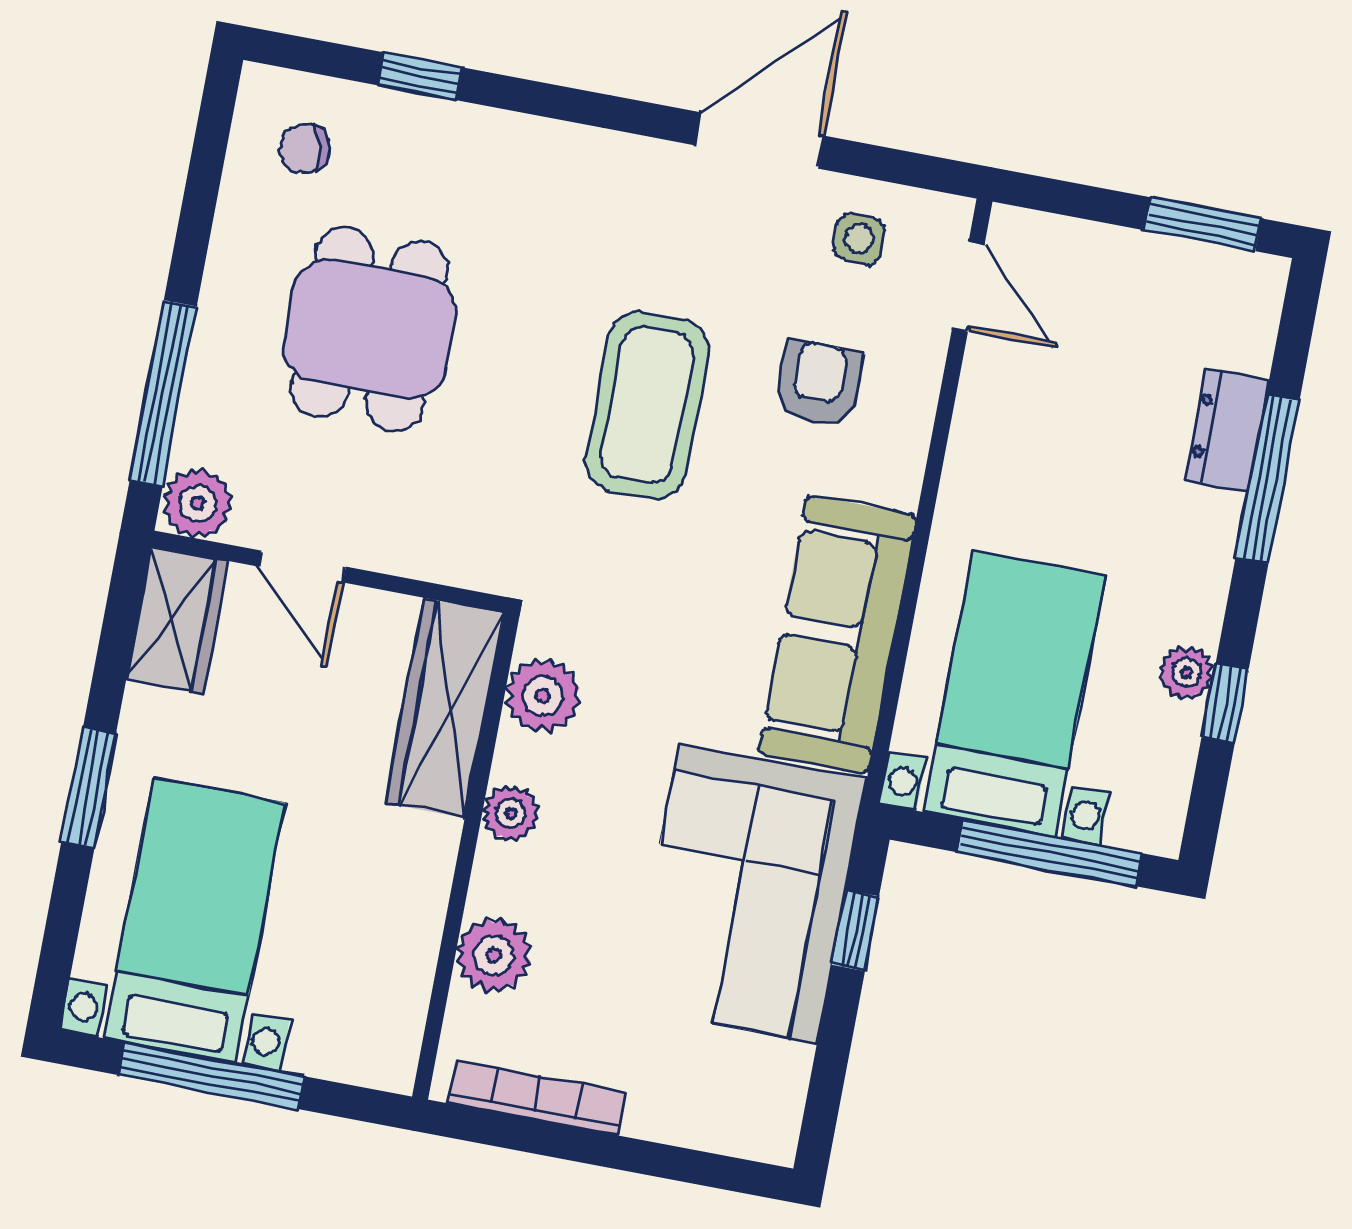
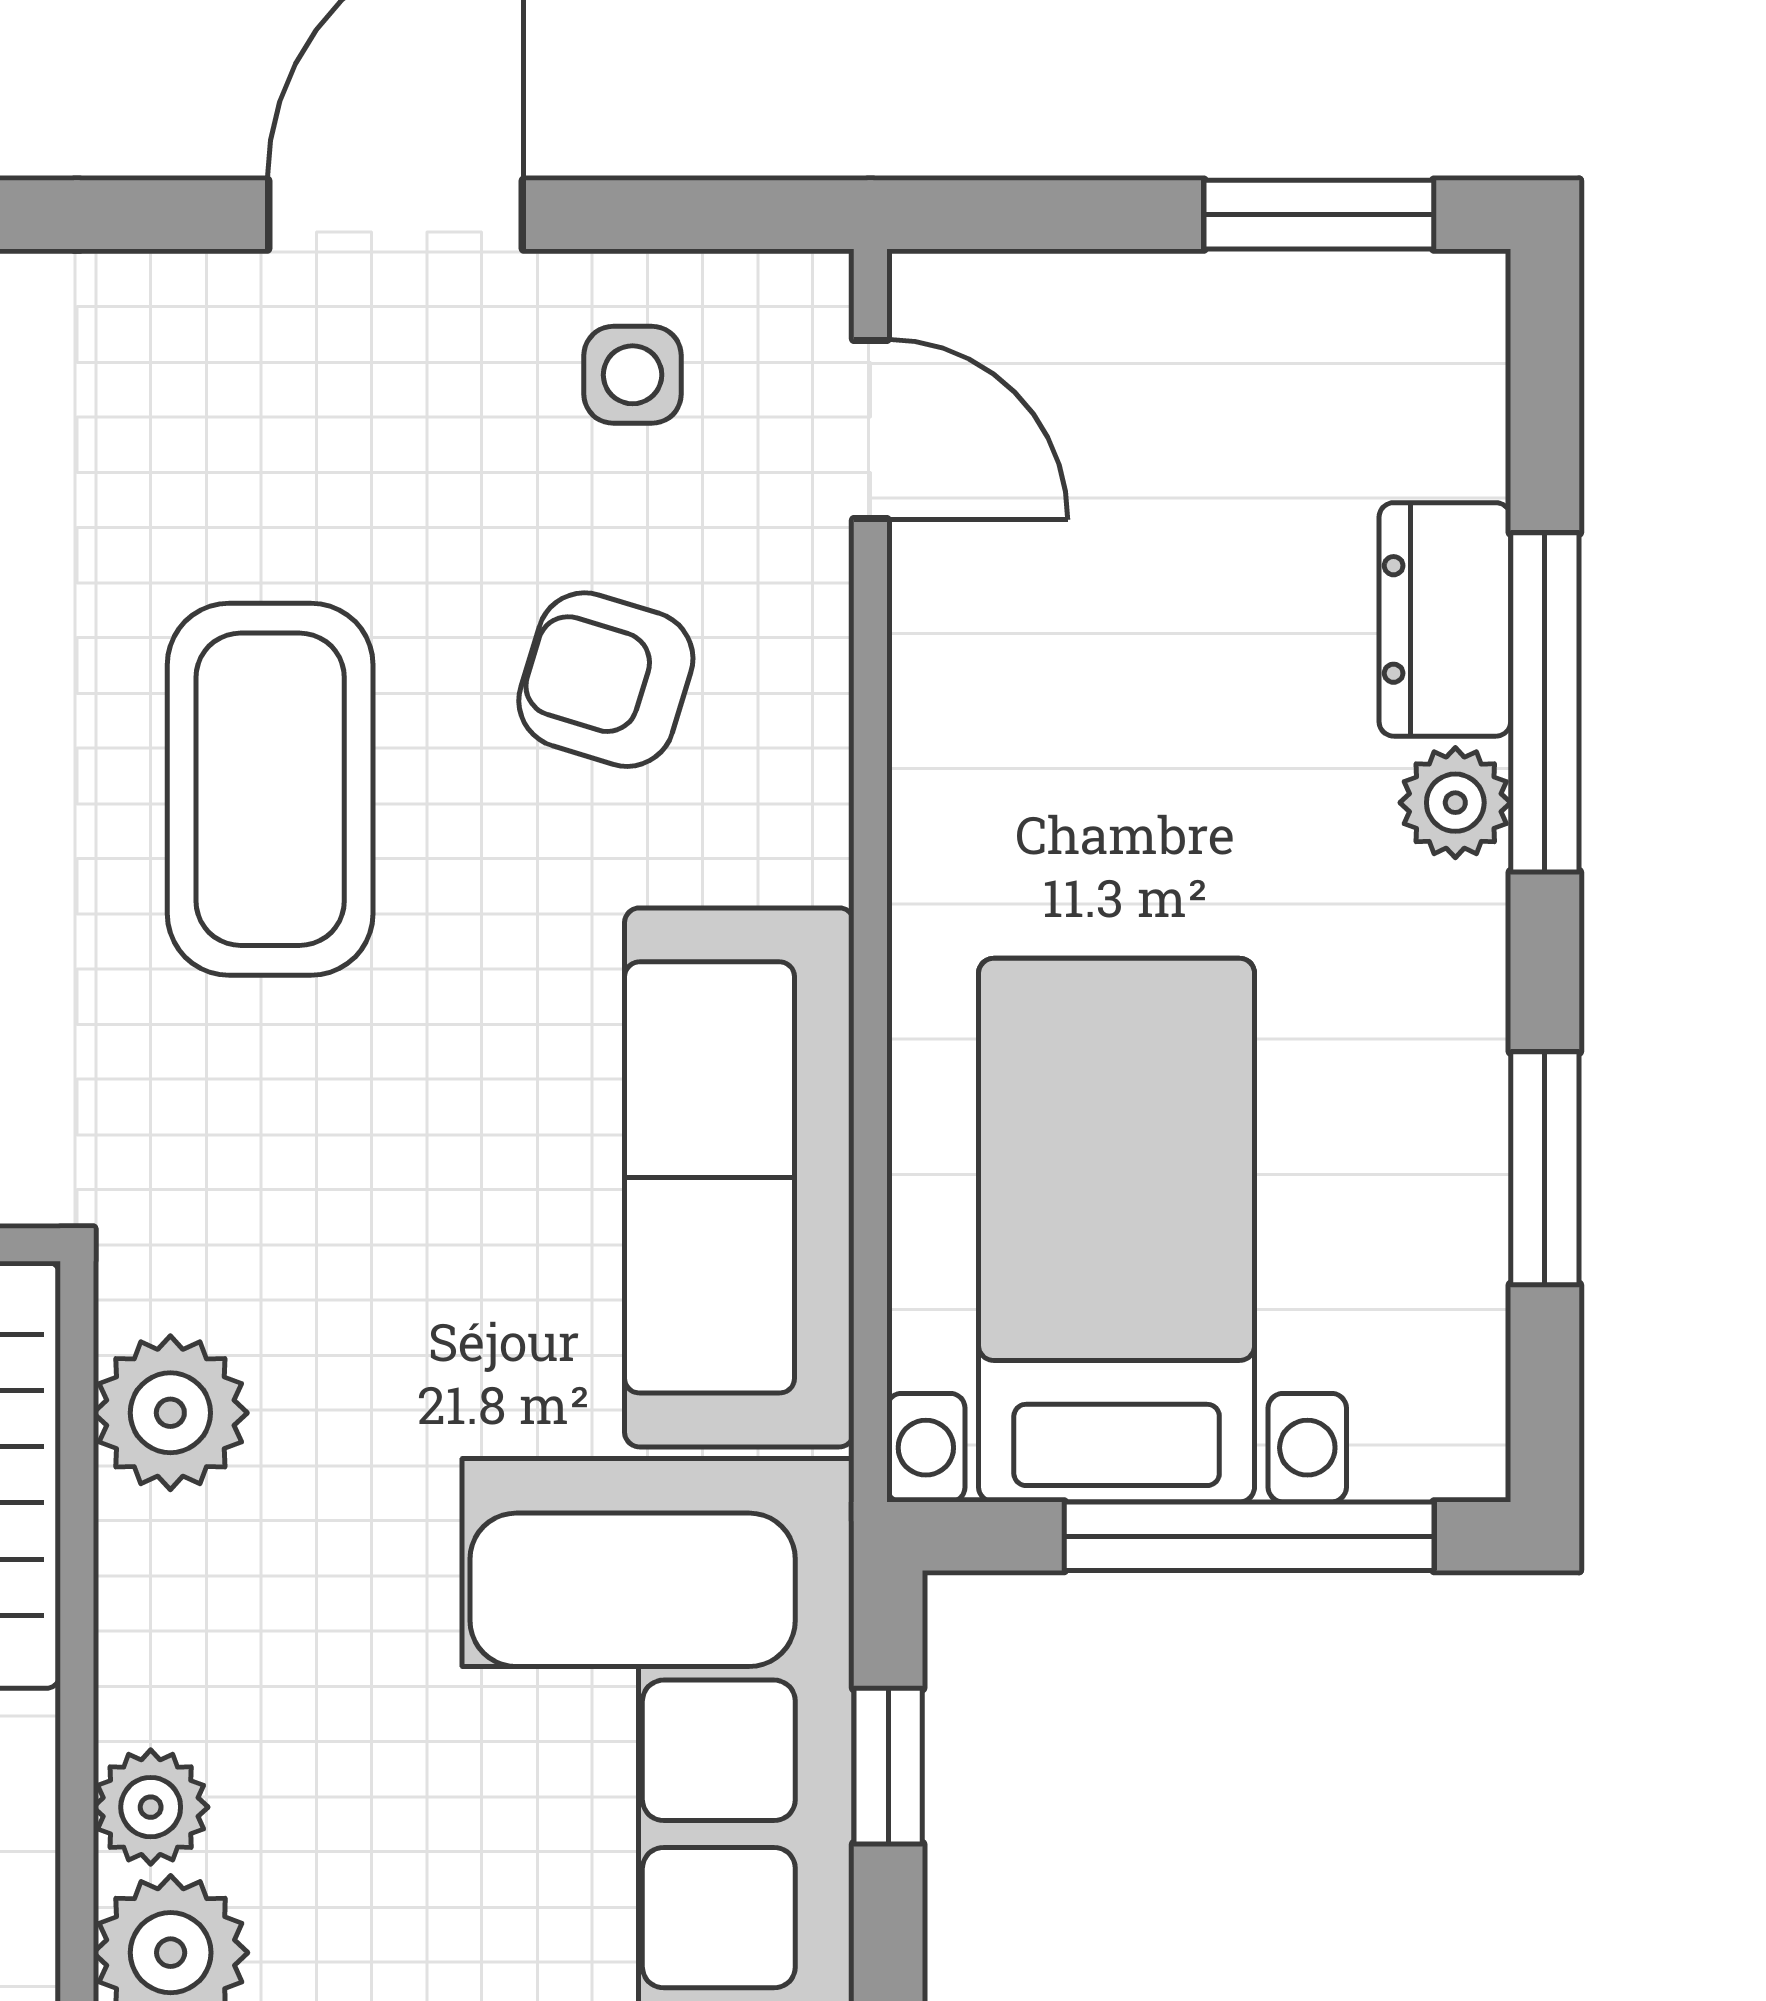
armchair: (818, 383) -> (606, 680), turned -73
plant: (1186, 673) -> (1455, 803), moved
window: (1225, 703) -> (1545, 1168), width x1.50
plant: (511, 813) -> (151, 1807), moved

